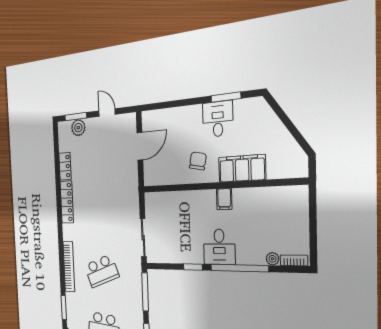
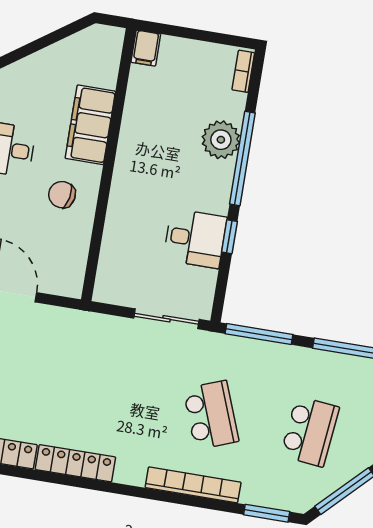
filing cabinet: (224, 199) -> (146, 48), moved, turned 90
desk: (219, 247) -> (195, 238), moved
plant: (273, 259) -> (221, 140), moved, width x1.88, depth x1.88

